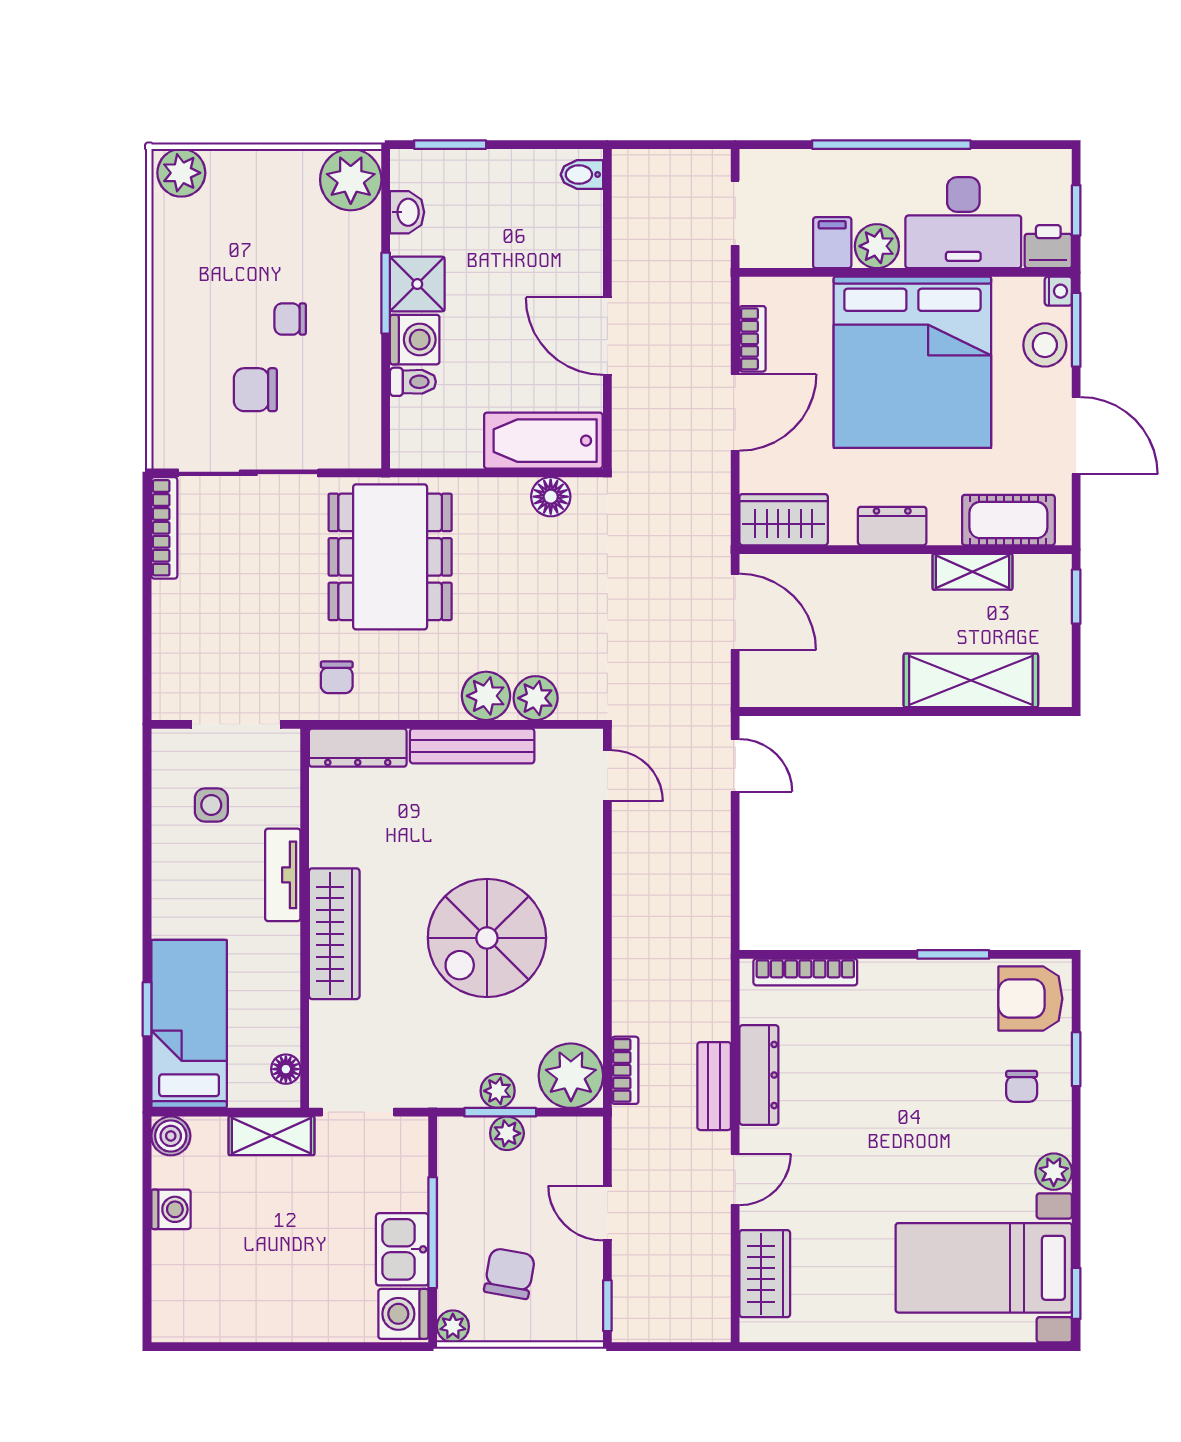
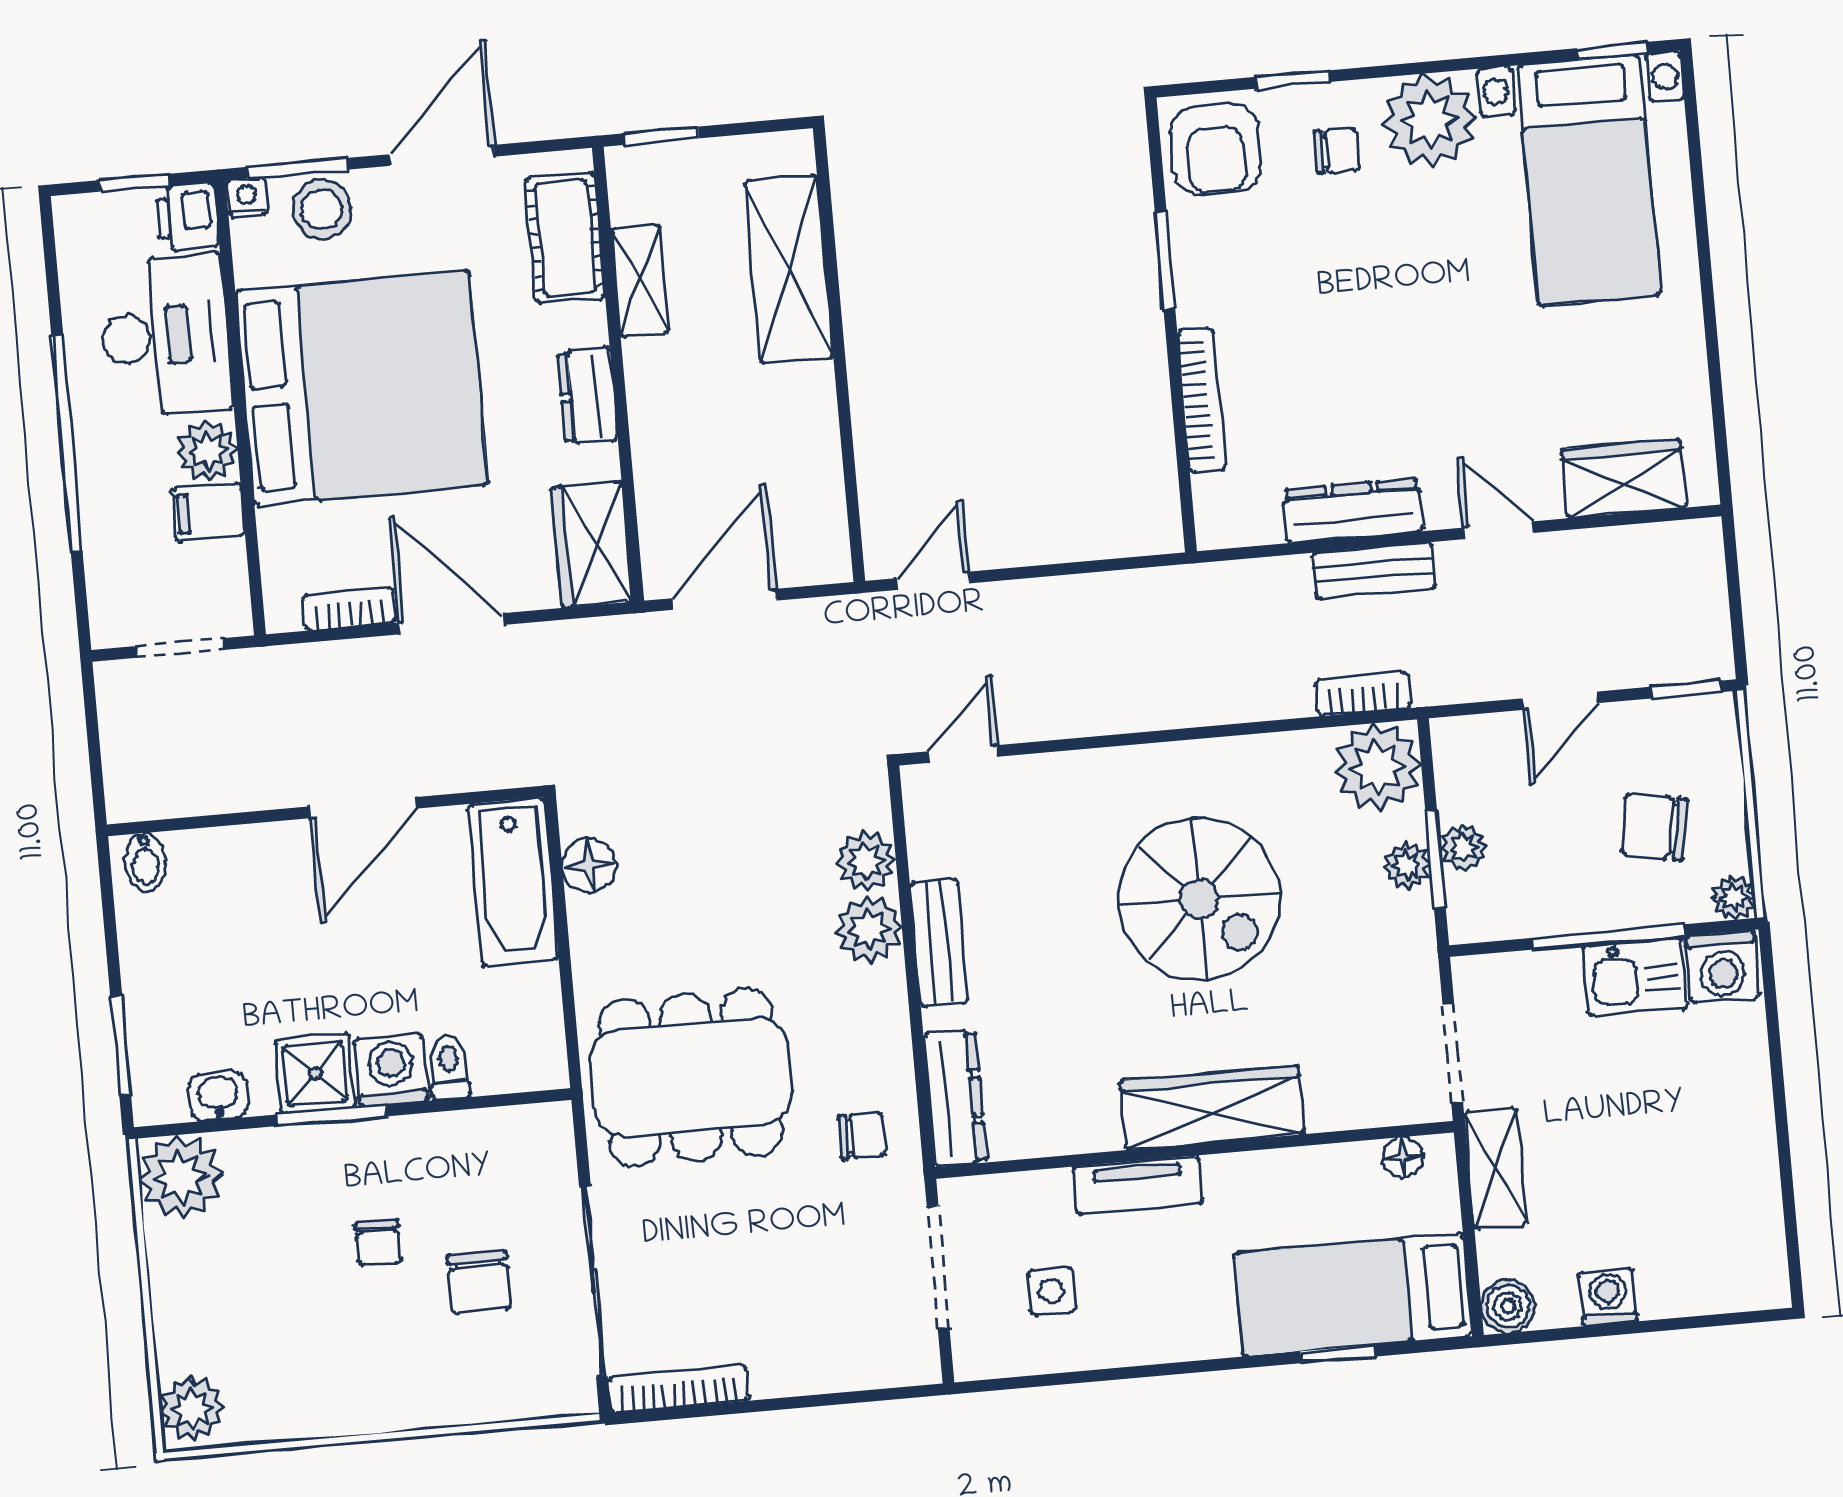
bench: (472, 746) -> (939, 942), width x0.73
bookcase: (805, 972) -> (1202, 400), moved
plant: (1054, 1172) -> (1429, 120), width x1.87, depth x1.87

